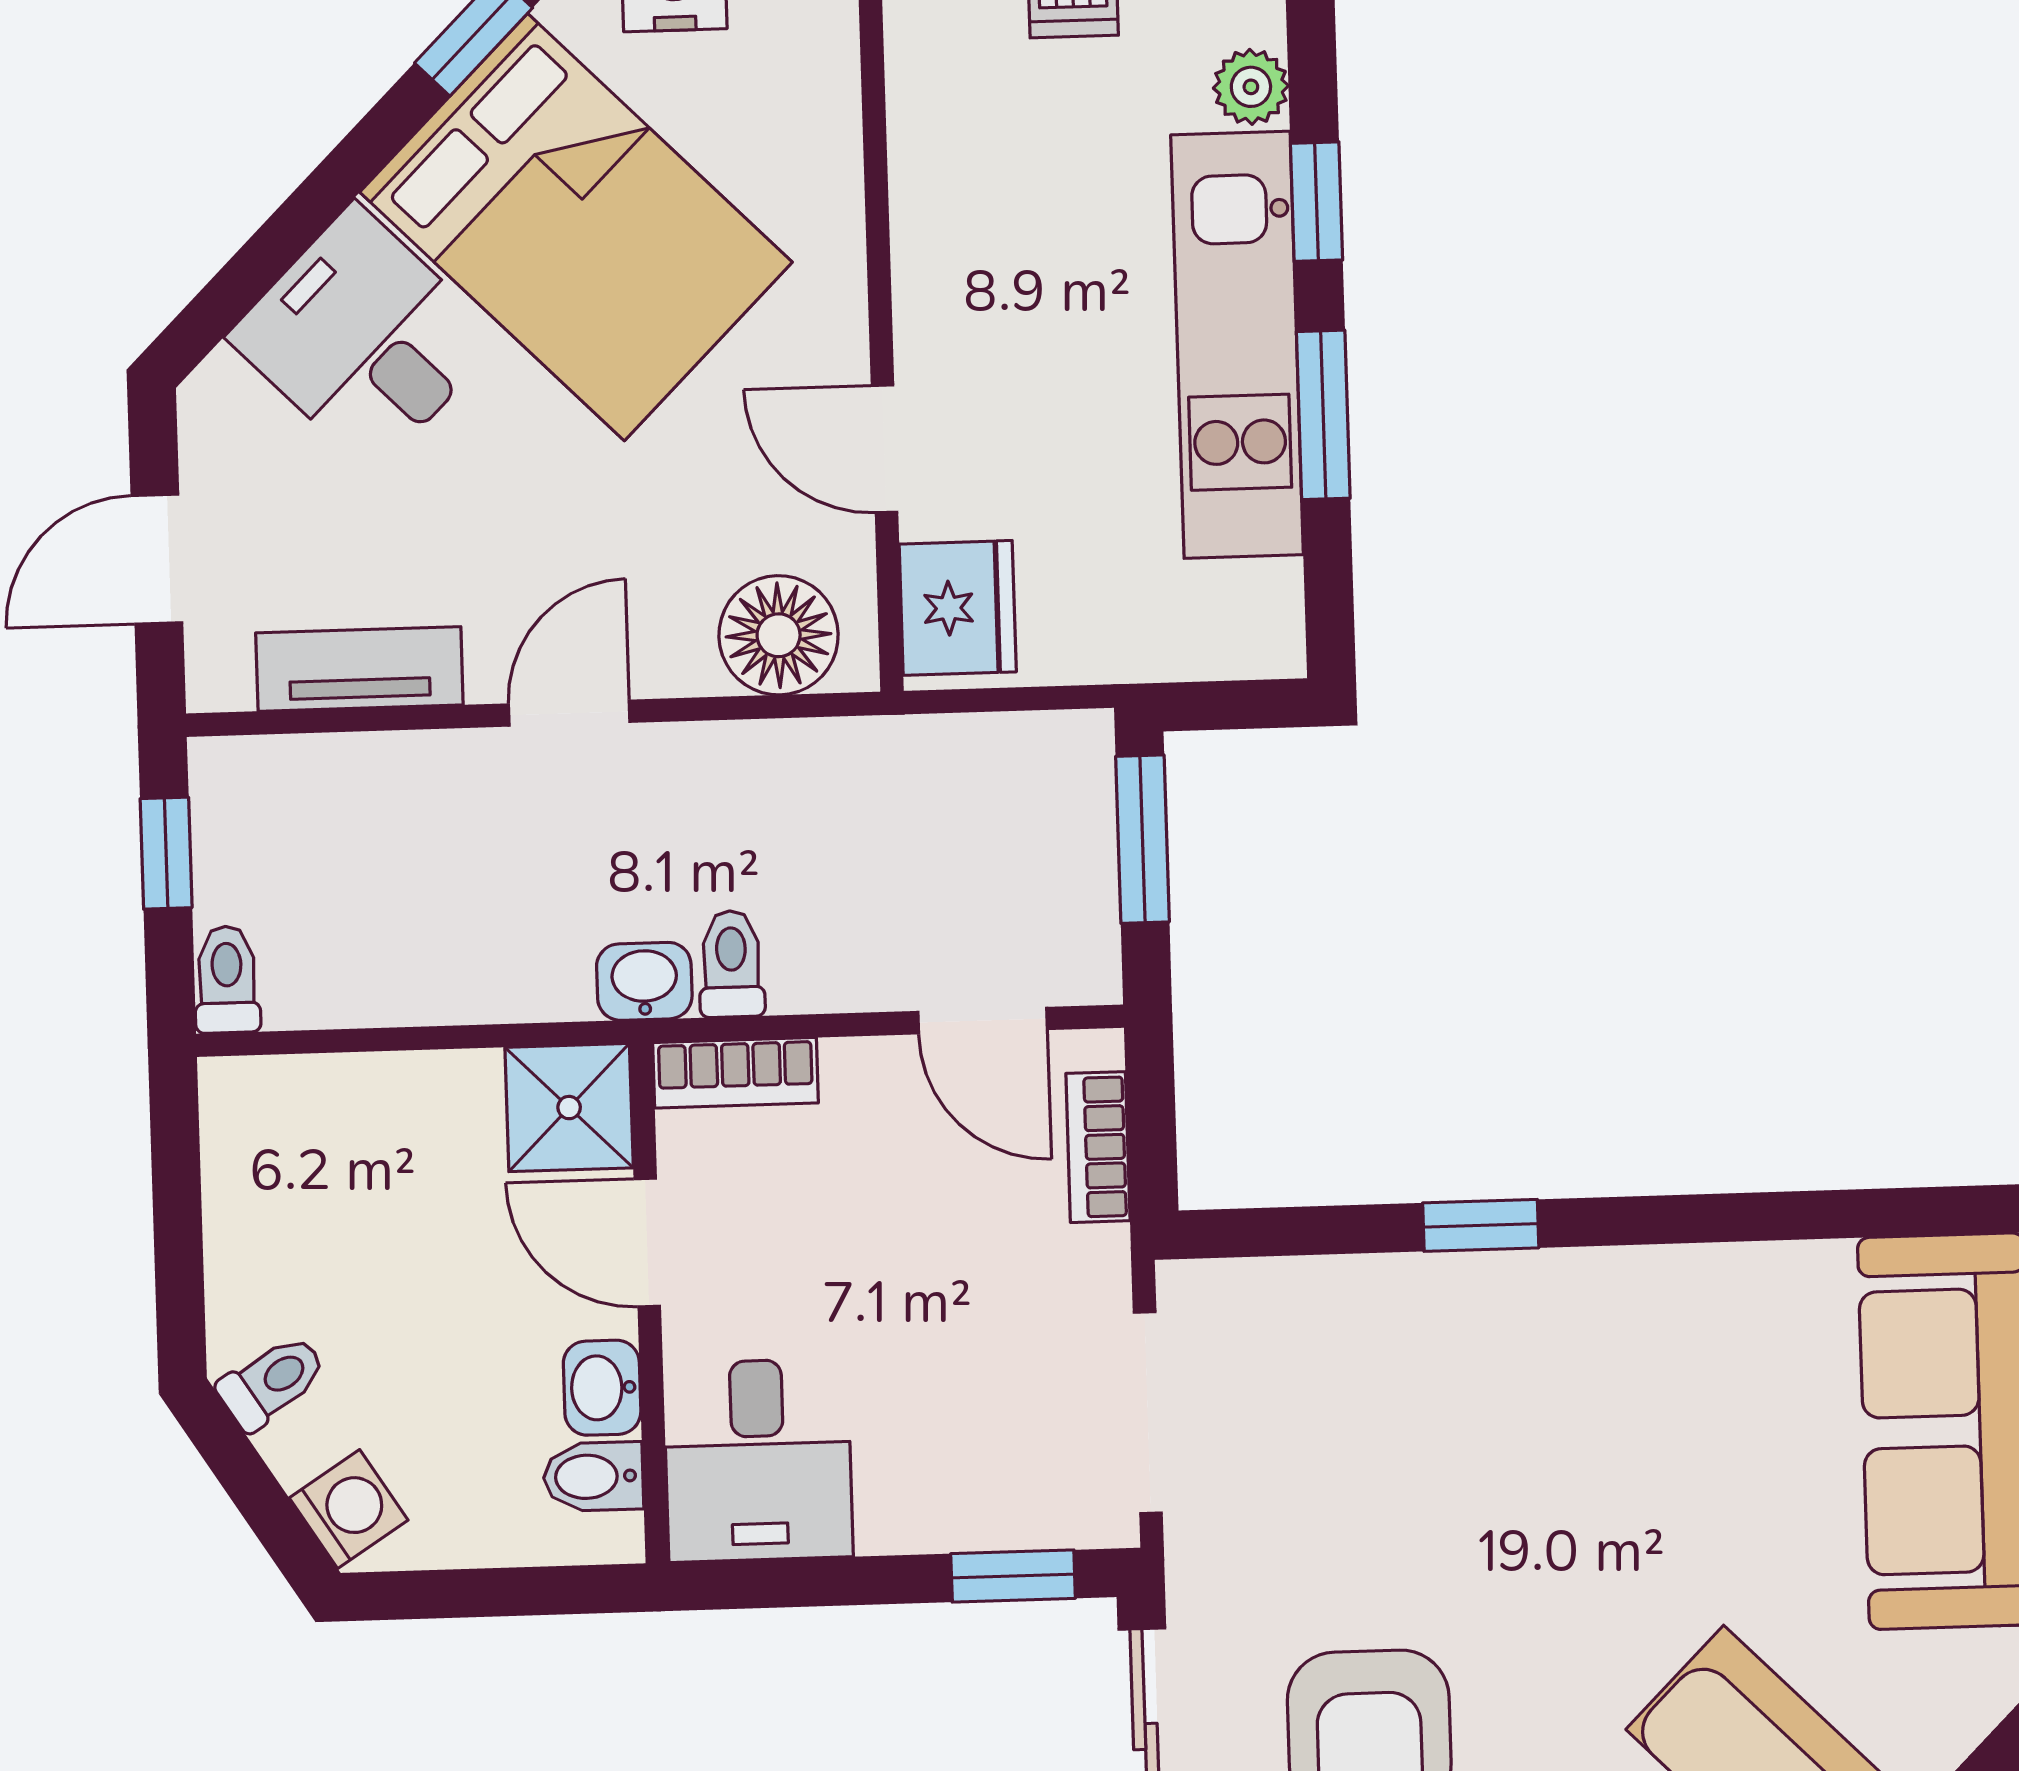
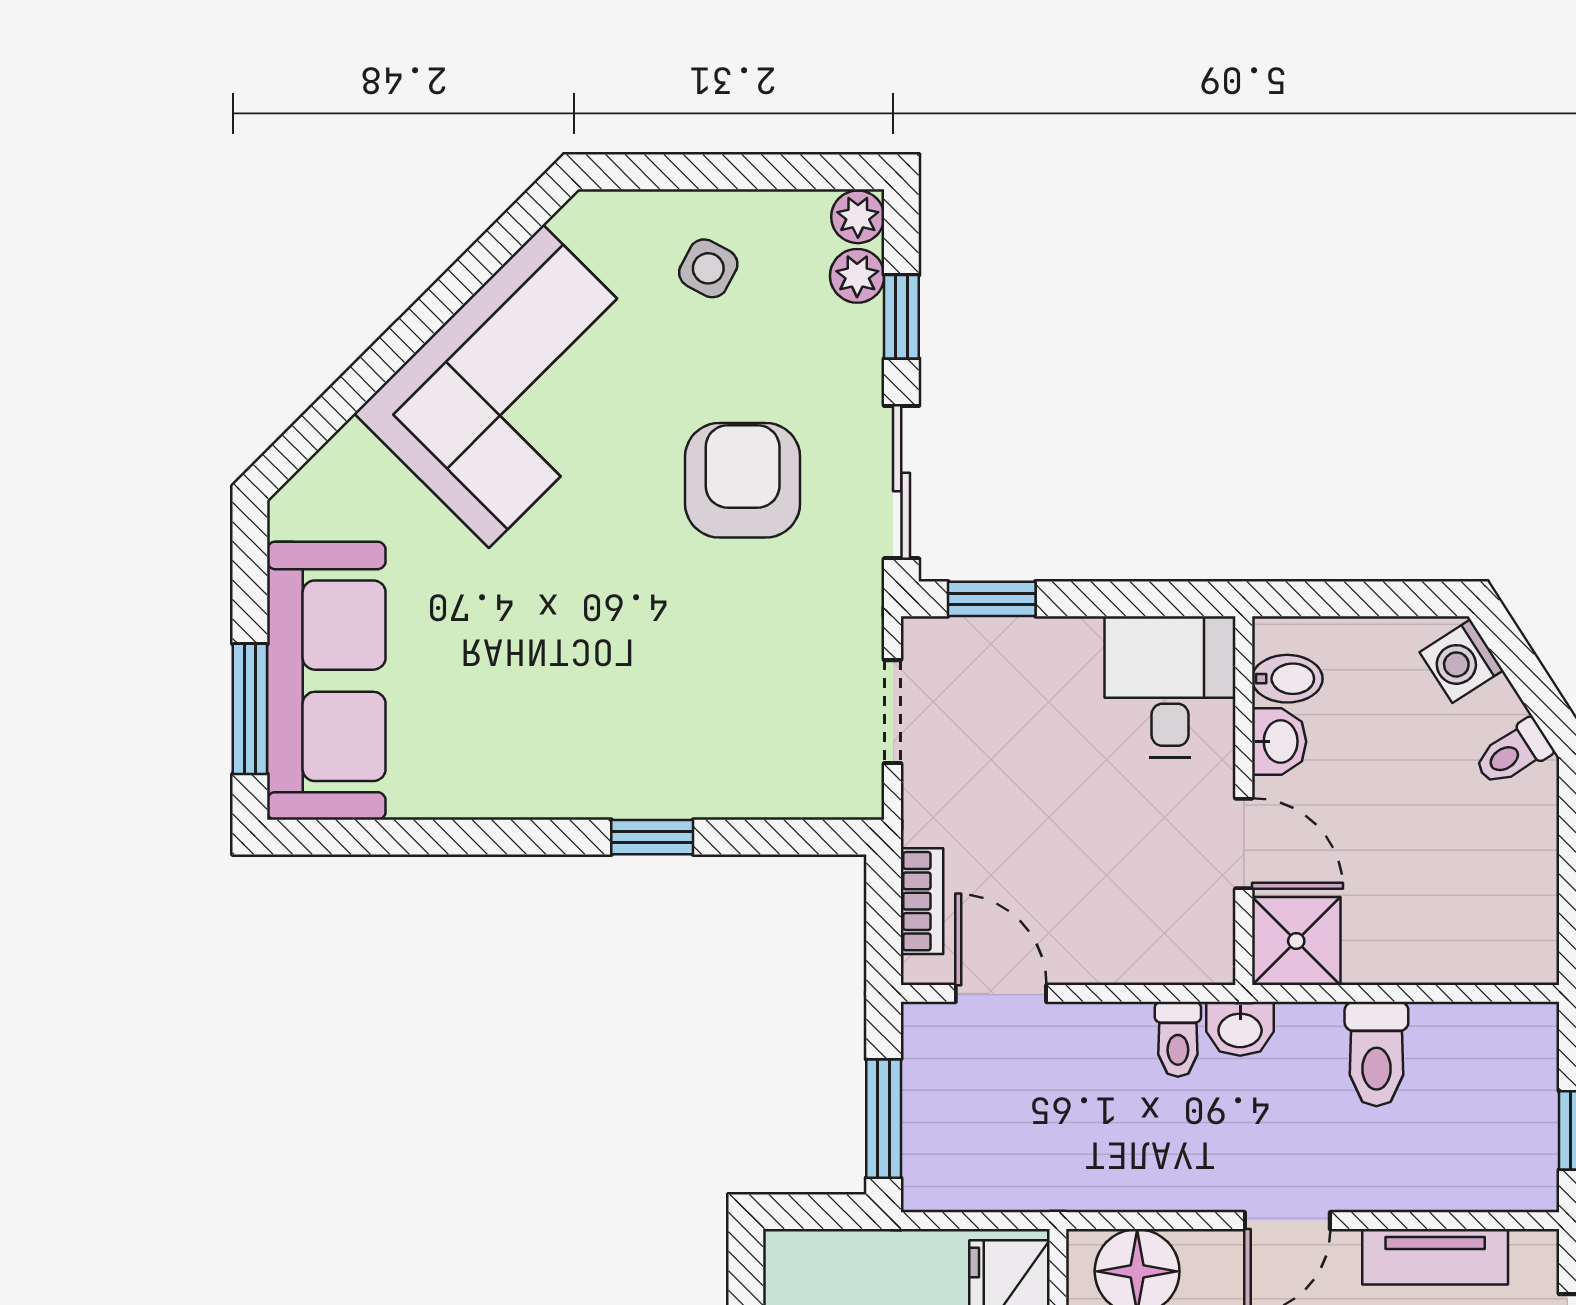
toilet: (227, 980) -> (1376, 1054), moved, width x1.37, depth x1.39
bookcase: (735, 1073) -> (1177, 962), removed
doorway: (1148, 1413) -> (893, 712), width x0.73

